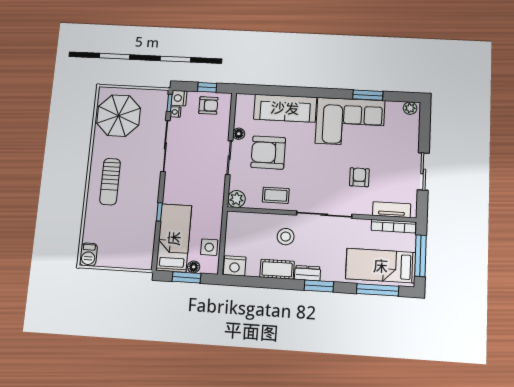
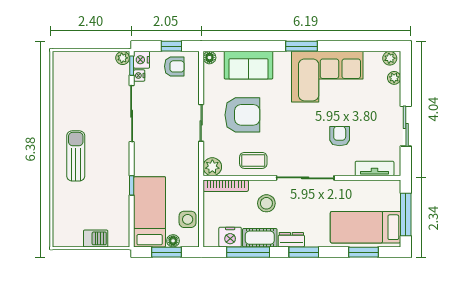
window: (368, 95) -> (302, 46), moved
plant: (162, 96) -> (123, 58), added
sofa: (285, 108) -> (248, 65), width x0.73
parasol: (119, 116) -> (77, 83), removed
plant: (414, 126) -> (394, 78), added
floor lamp: (239, 134) -> (209, 58), moved
armchair: (268, 153) -> (242, 115), turned 180
sun lounger: (110, 182) -> (76, 156), turned 180
bookcase: (393, 226) -> (226, 186), moved
barbecue: (89, 255) -> (96, 238), moved, turned -90
nightstand: (235, 266) -> (230, 237), moved
window: (265, 283) -> (248, 252), added
window: (378, 290) -> (364, 252), width x0.69

